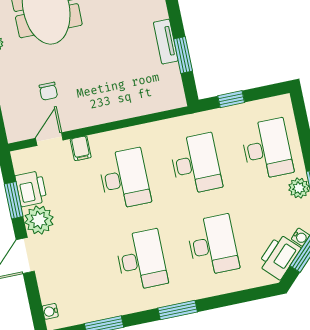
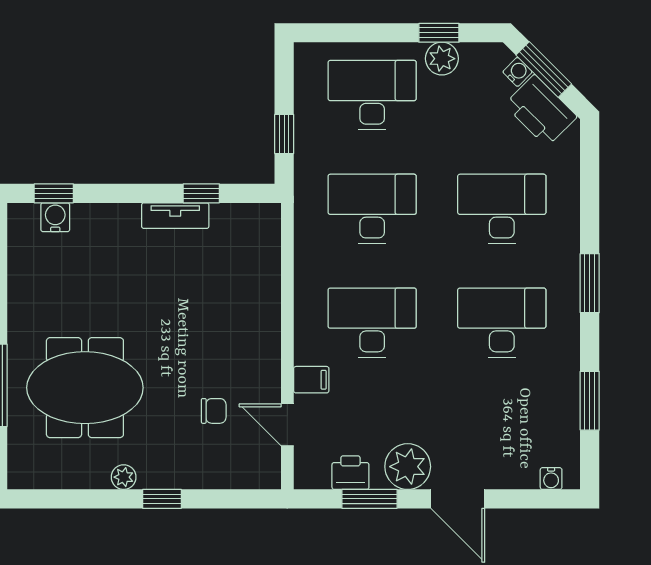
window: (183, 55) -> (201, 193), width x0.67
printer: (31, 189) -> (350, 473), width x0.73, depth x0.81

